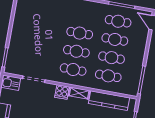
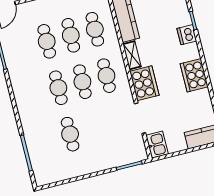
cafe table: (118, 21) -> (70, 134), moved
cooker: (62, 92) -> (144, 83), width x1.87, depth x1.31

